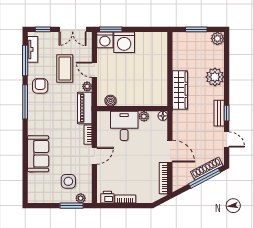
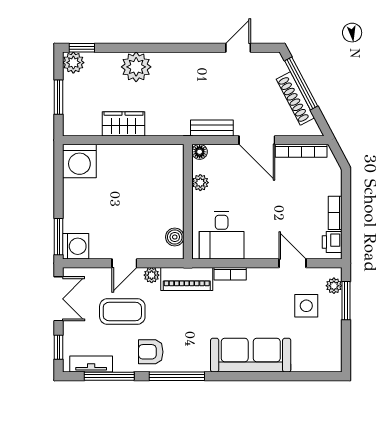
washing machine: (124, 42) -> (79, 161), moved, turned 90
wardrobe: (180, 90) -> (124, 124), moved, width x0.67
bench: (219, 113) -> (212, 128), moved
window: (227, 113) -> (82, 48), moved
desk: (124, 126) -> (222, 235), moved, turned -90
door: (170, 151) -> (257, 140), swing flipped
sofa: (38, 154) -> (251, 355), width x1.36
door: (94, 156) -> (292, 263), moved
shoe rack: (207, 169) -> (295, 98), moved

